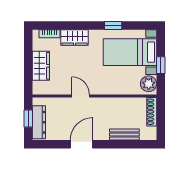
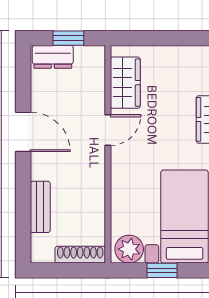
wardrobe: (41, 66) -> (125, 83), moved, turned -90
dresser: (39, 122) -> (53, 57), width x0.70

